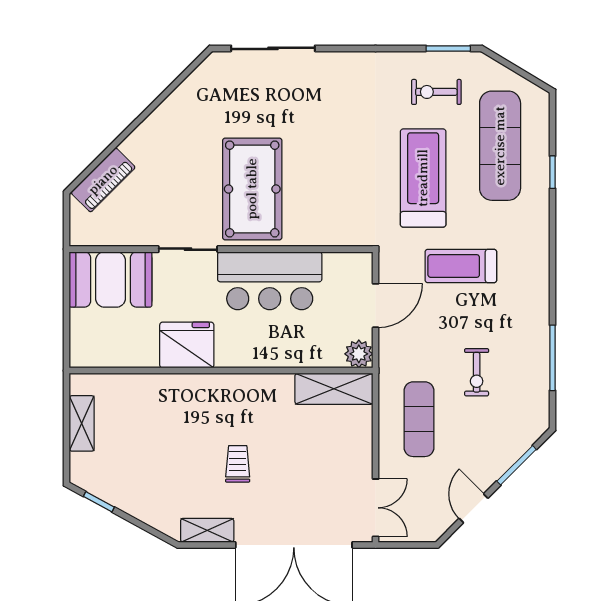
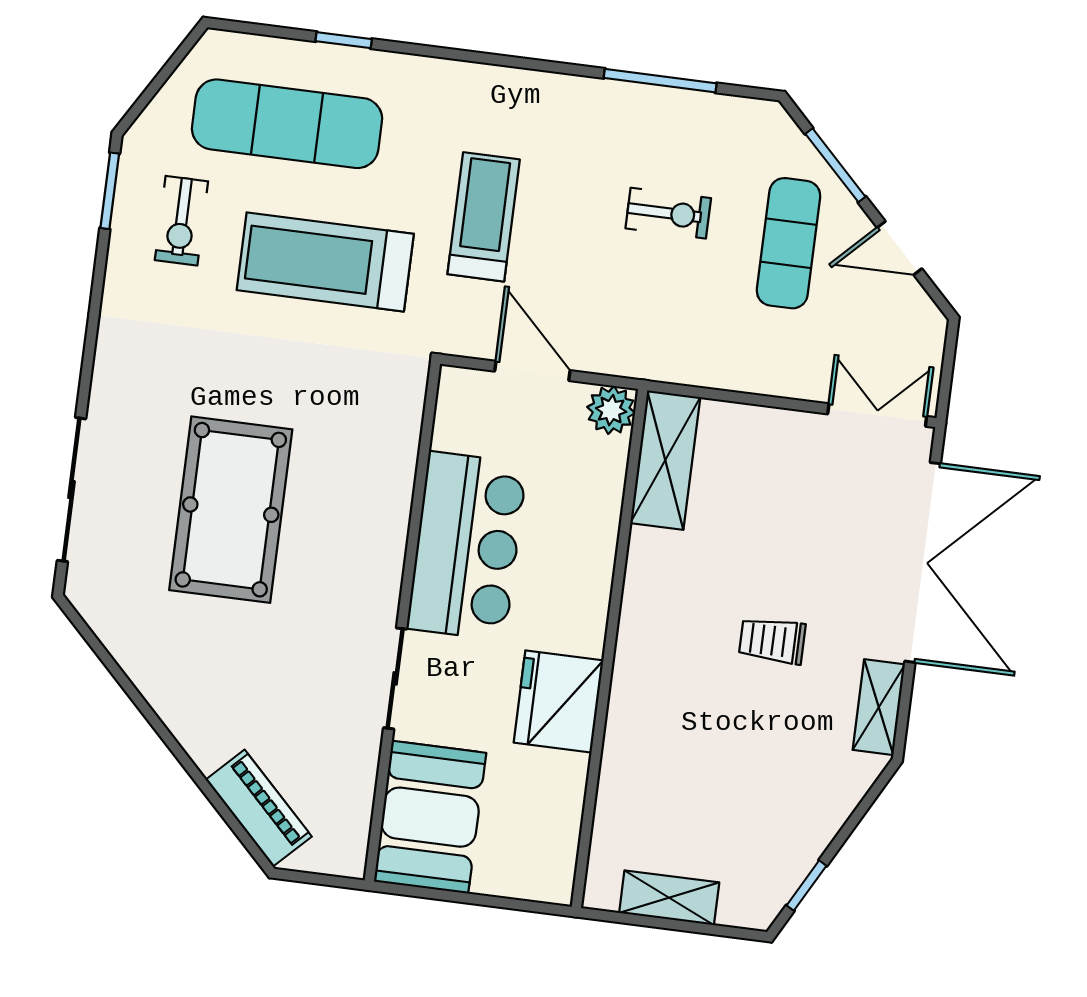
pool table: (252, 189) -> (231, 510), moved, turned 90
treadmill: (461, 266) -> (484, 217), turned 180
exercise mat: (419, 419) -> (788, 243), moved, turned 90

